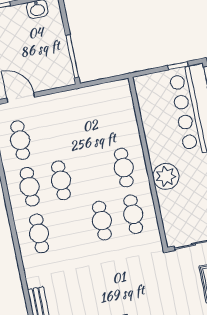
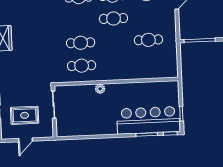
cafe table: (124, 168) -> (148, 40), moved
plant: (166, 176) -> (100, 89), width x0.53, depth x0.53

